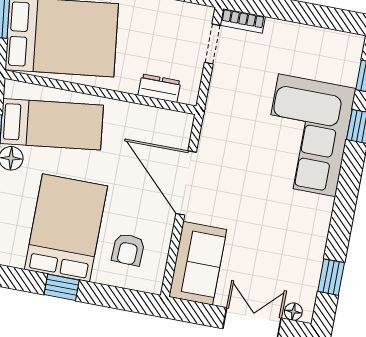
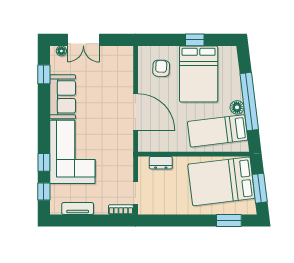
tv unit: (317, 37) -> (78, 208), added
sofa: (198, 263) -> (63, 97), moved, turned 180

